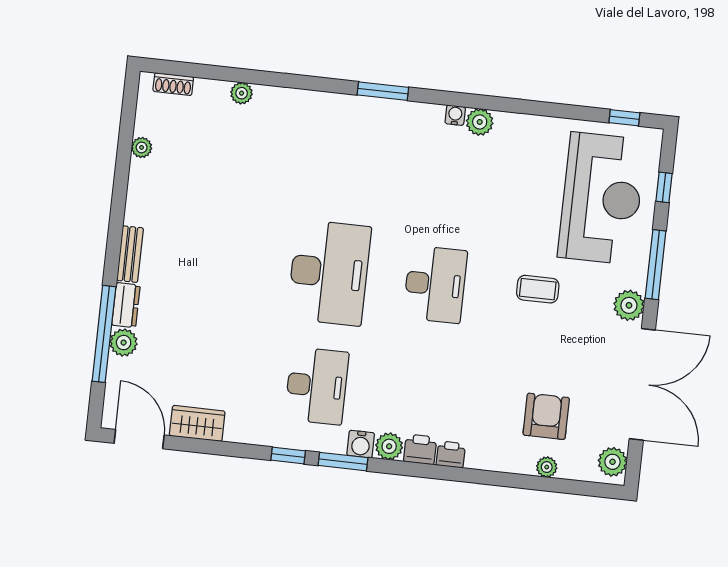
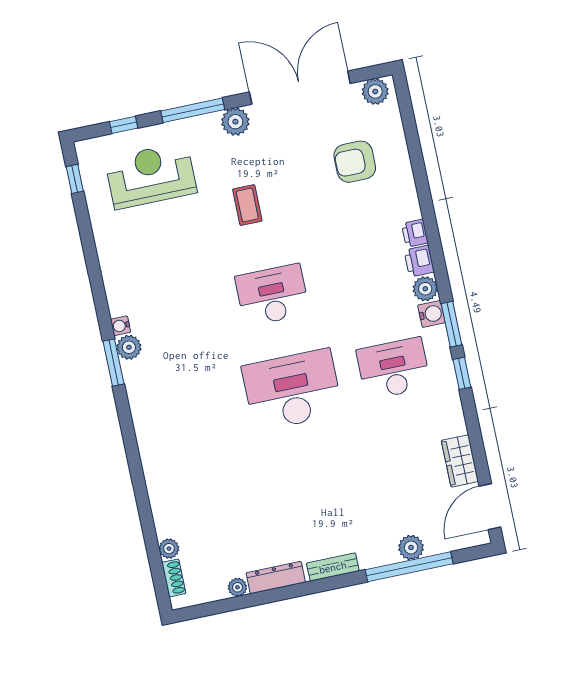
window: (383, 91) -> (113, 363), moved
plant: (242, 93) -> (169, 549), moved
plant: (480, 122) -> (129, 347), moved
reception desk: (602, 198) -> (151, 176), width x0.74, depth x0.77
dresser: (126, 305) -> (276, 578), moved, width x1.44
plant: (547, 467) -> (398, 147), removed

